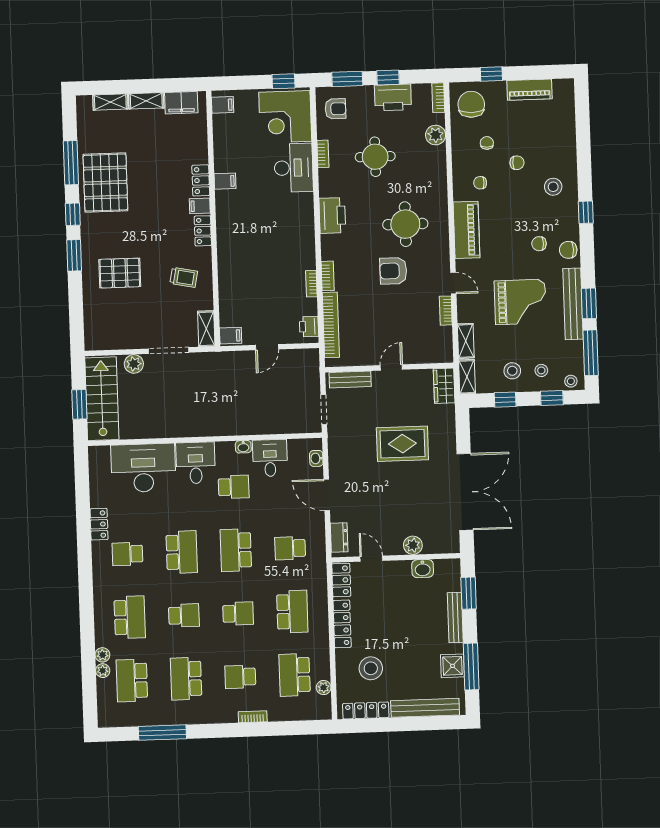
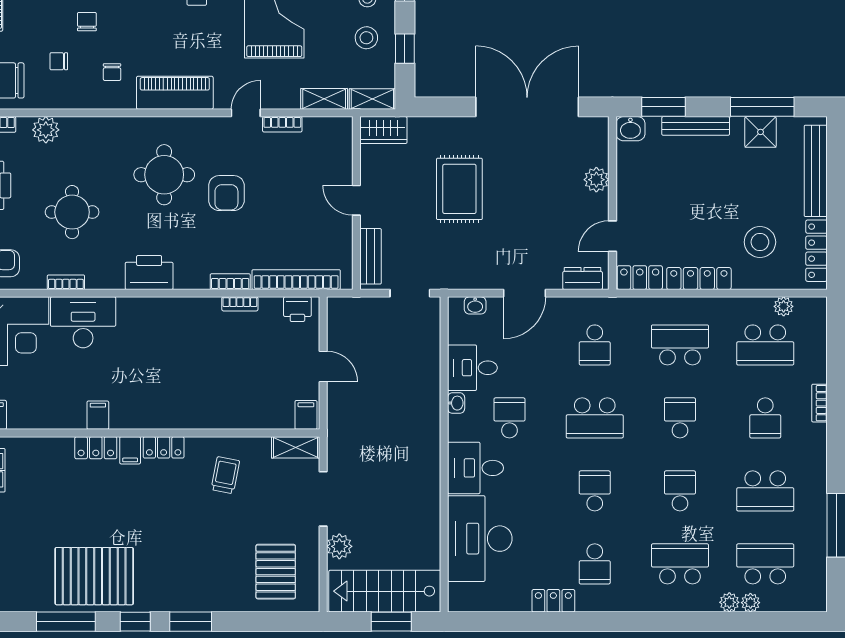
pallet: (120, 273) -> (276, 572), moved
school desk: (182, 552) -> (595, 491), width x0.54
washbasin: (423, 569) -> (630, 129), moved, turned 90
school desk: (132, 681) -> (765, 564), turned 180

